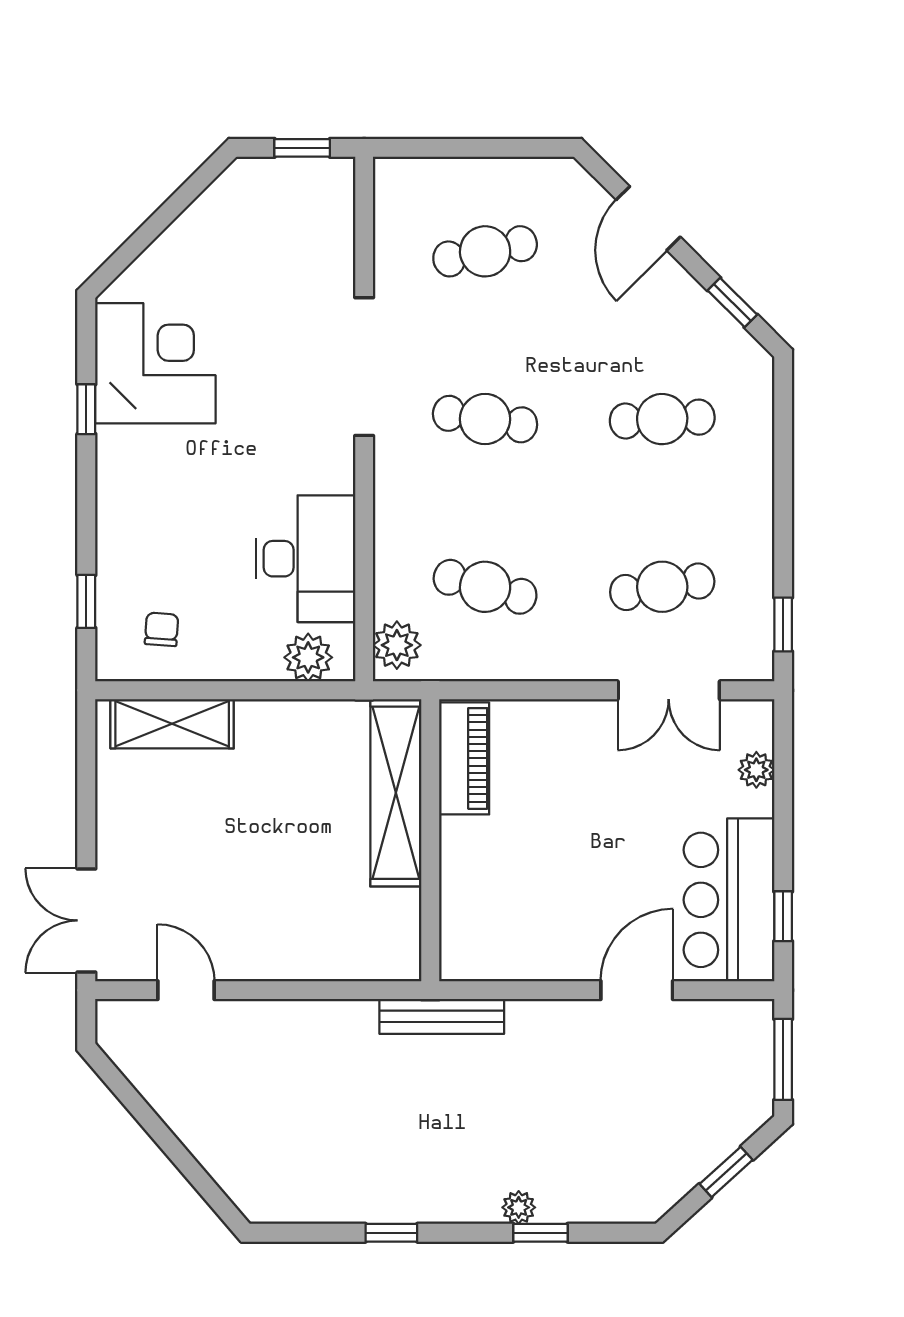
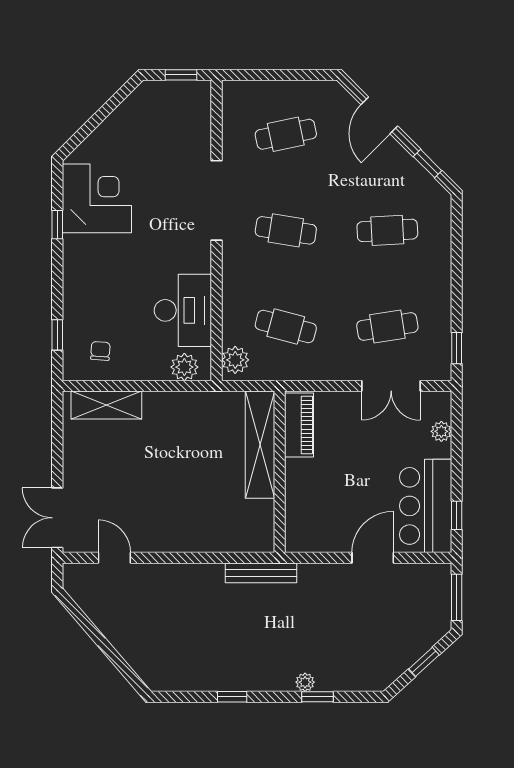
piano: (464, 758) -> (299, 425), moved
shelving: (396, 793) -> (260, 445), moved
wall: (430, 840) -> (280, 472), moved

